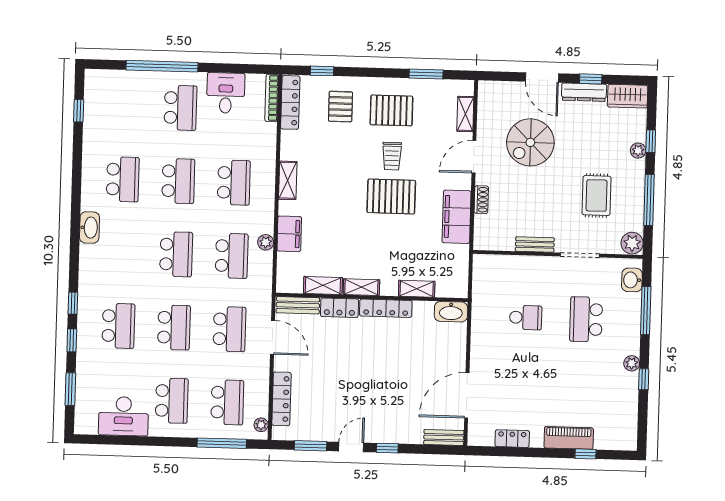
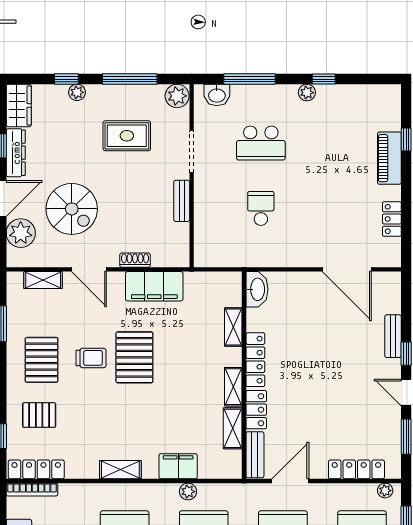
plant: (509, 95) -> (21, 233), added
bench: (444, 437) -> (393, 336), moved

